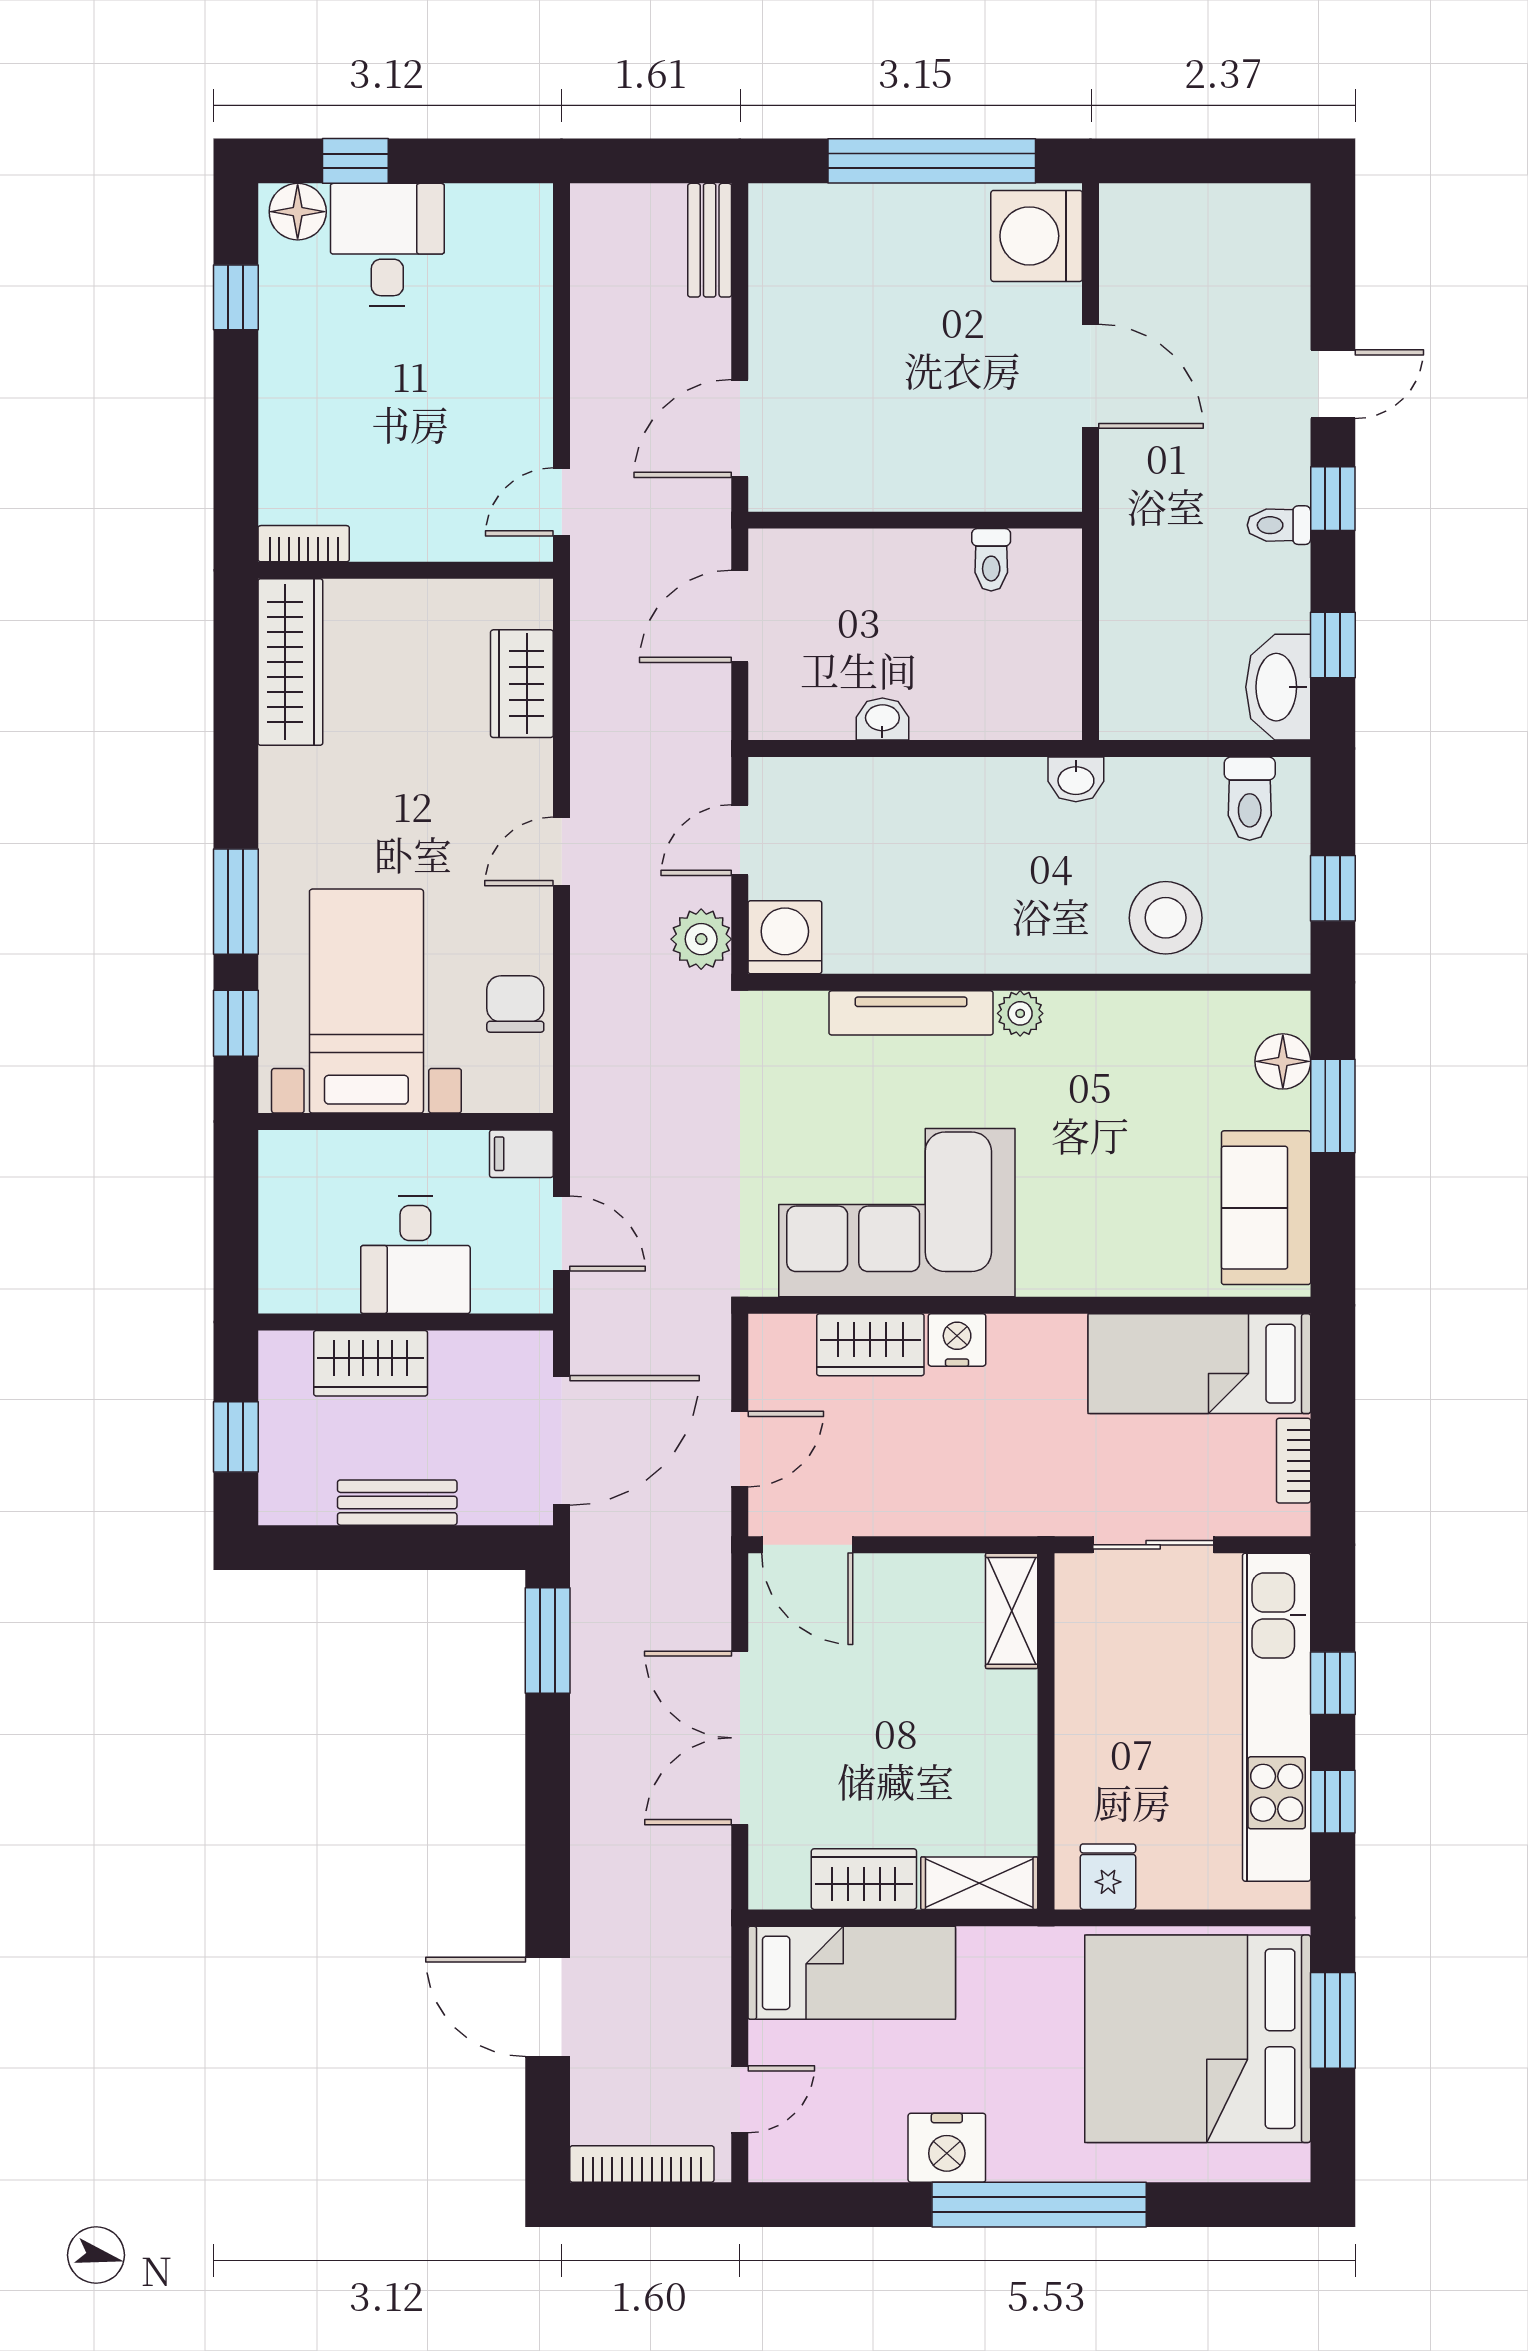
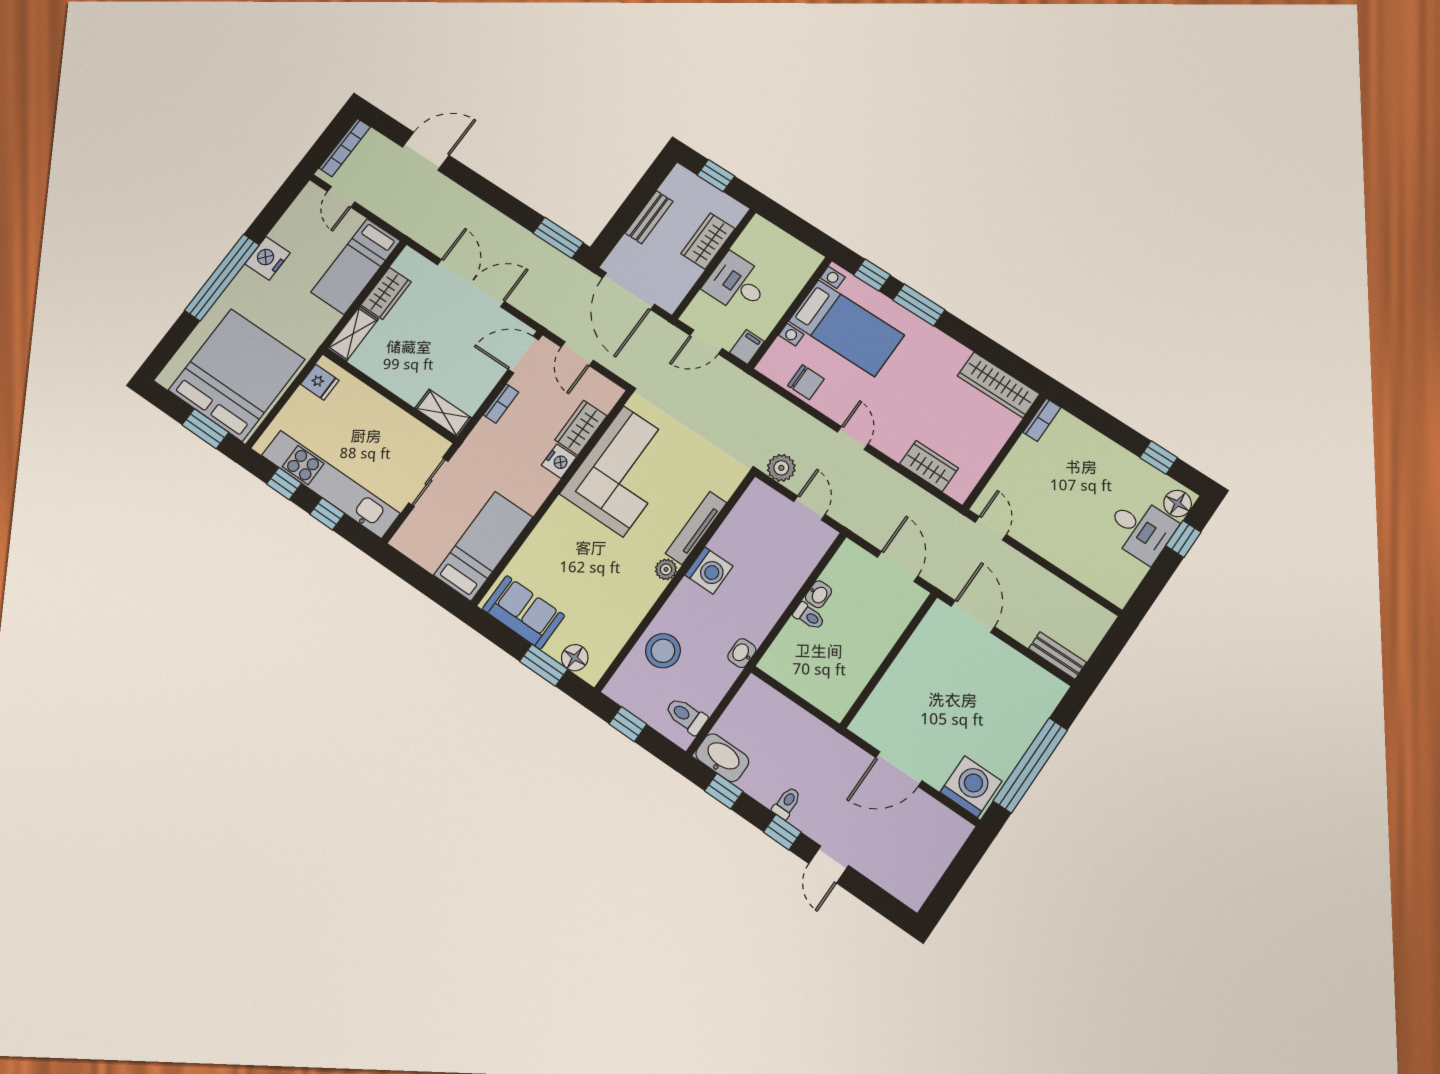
toilet: (991, 560) -> (809, 616), moved, turned 180
washing machine: (785, 937) -> (709, 571), moved
bookcase: (1294, 1461) -> (501, 404), moved, turned 90

